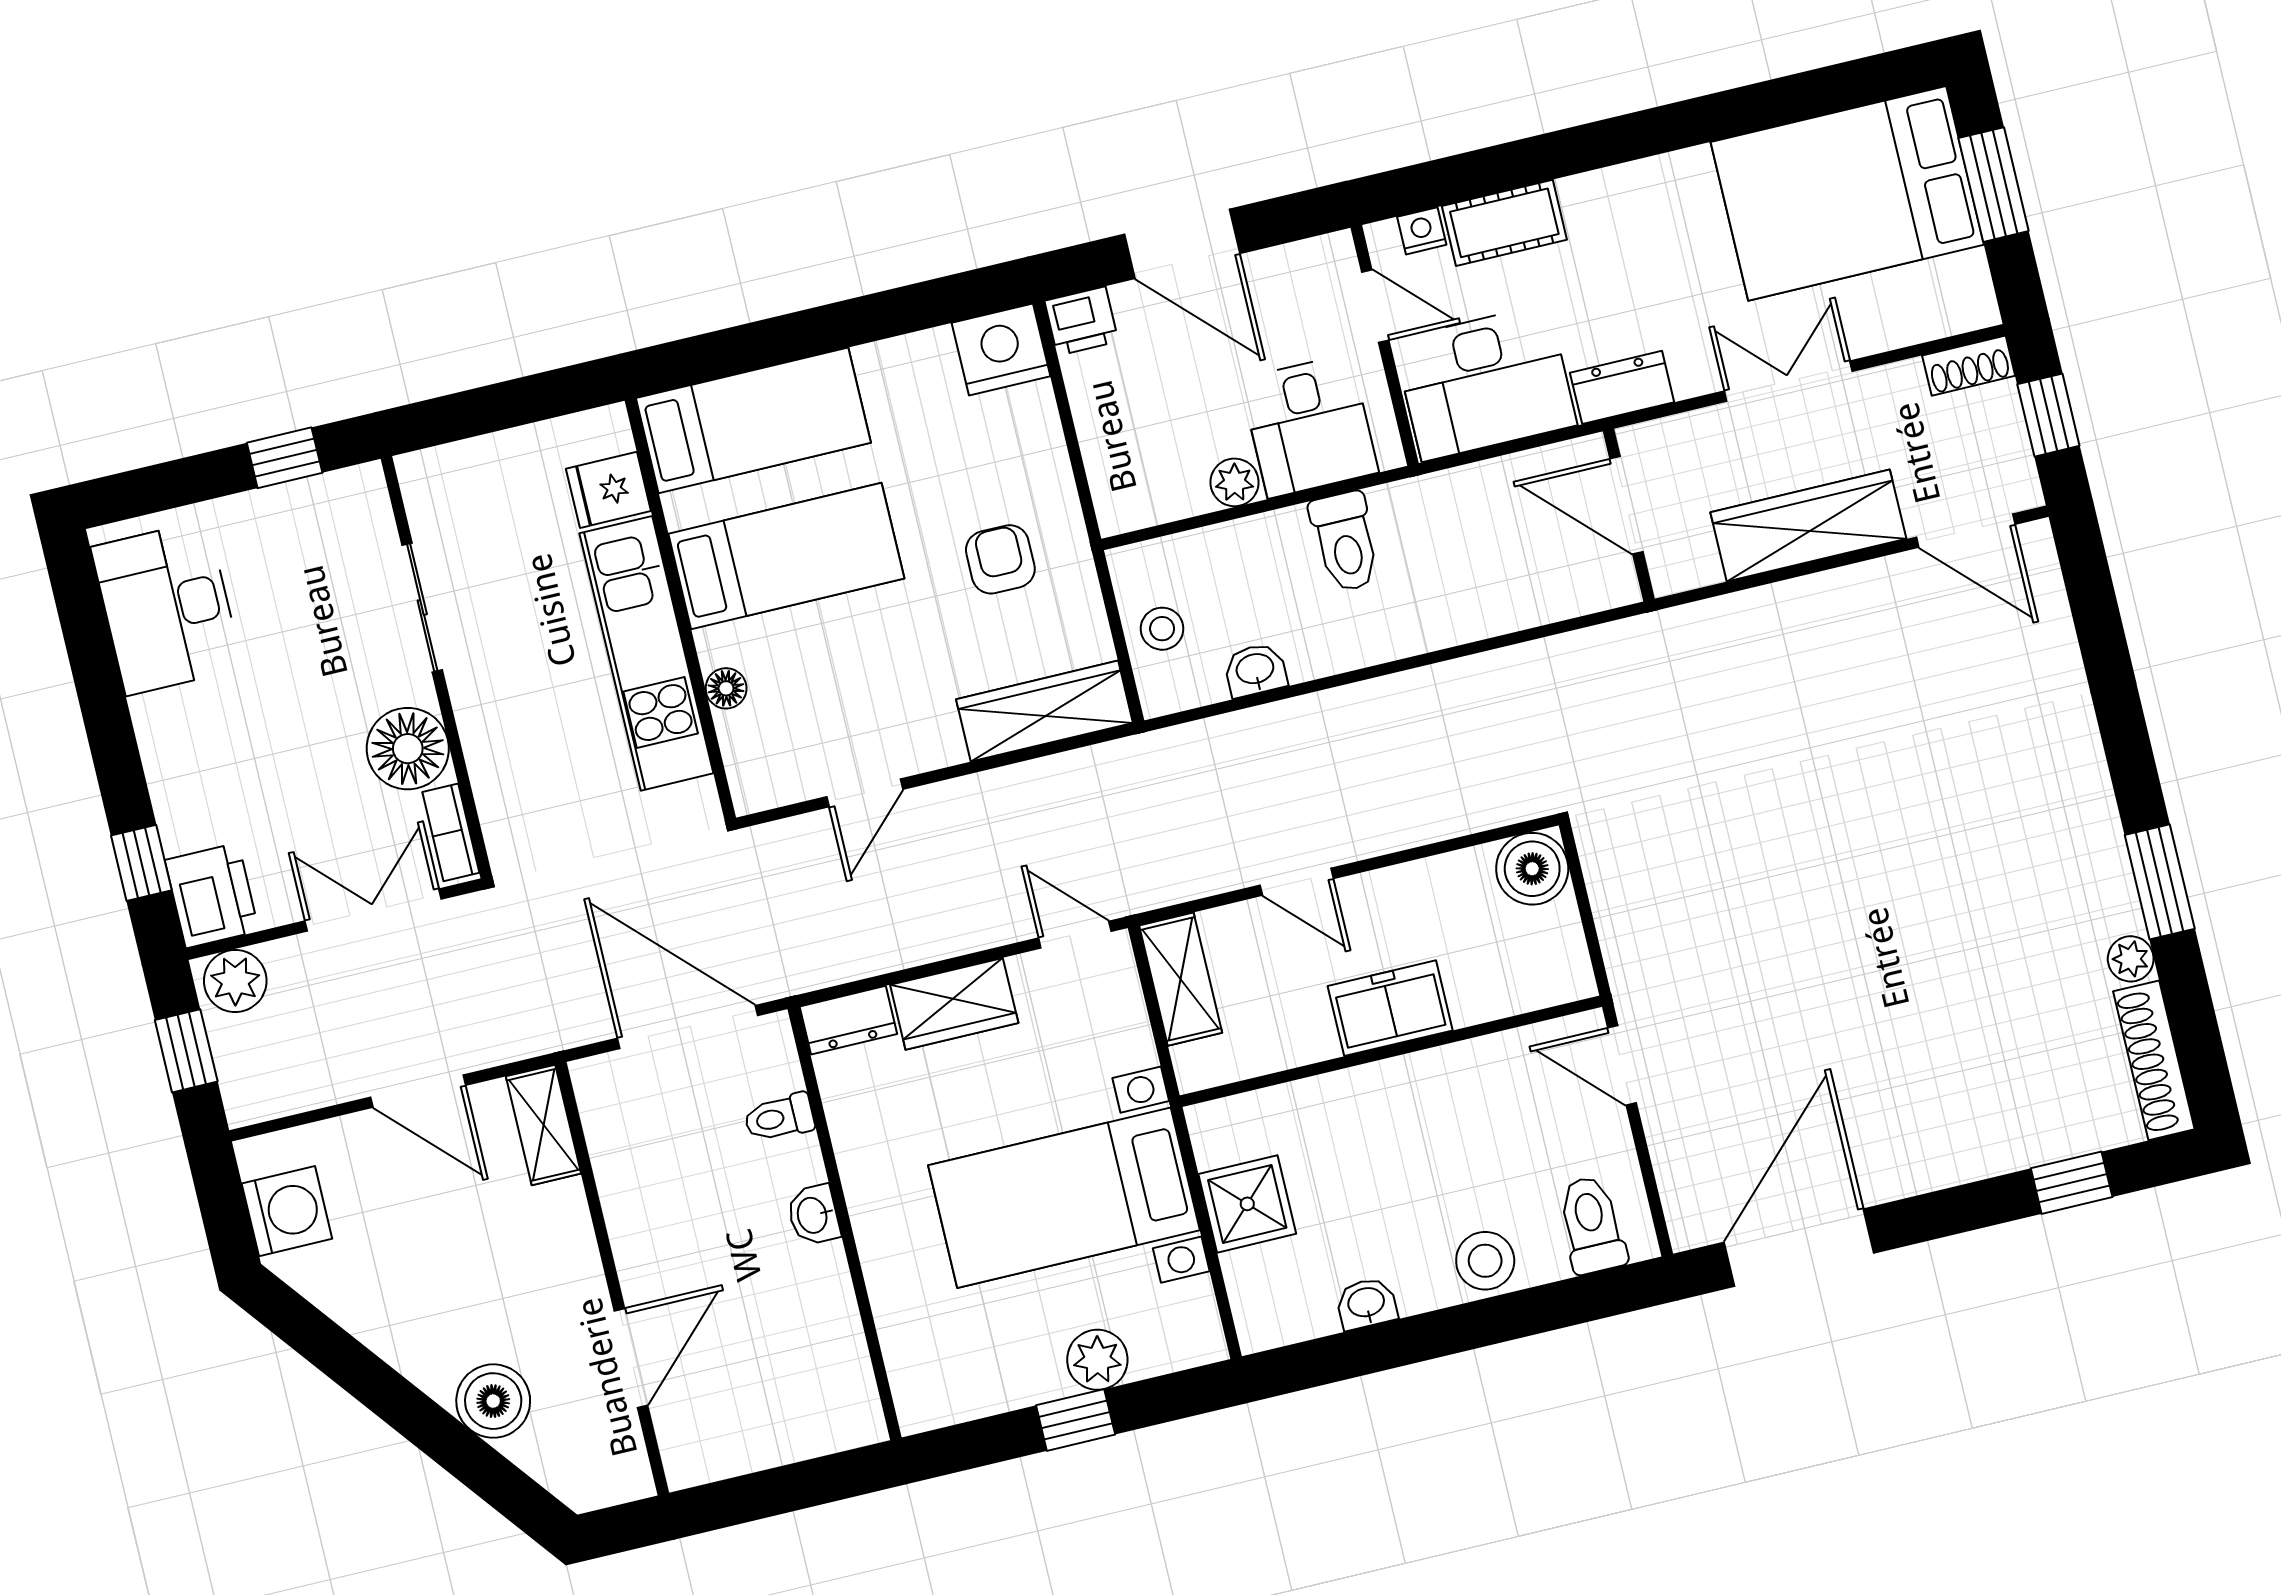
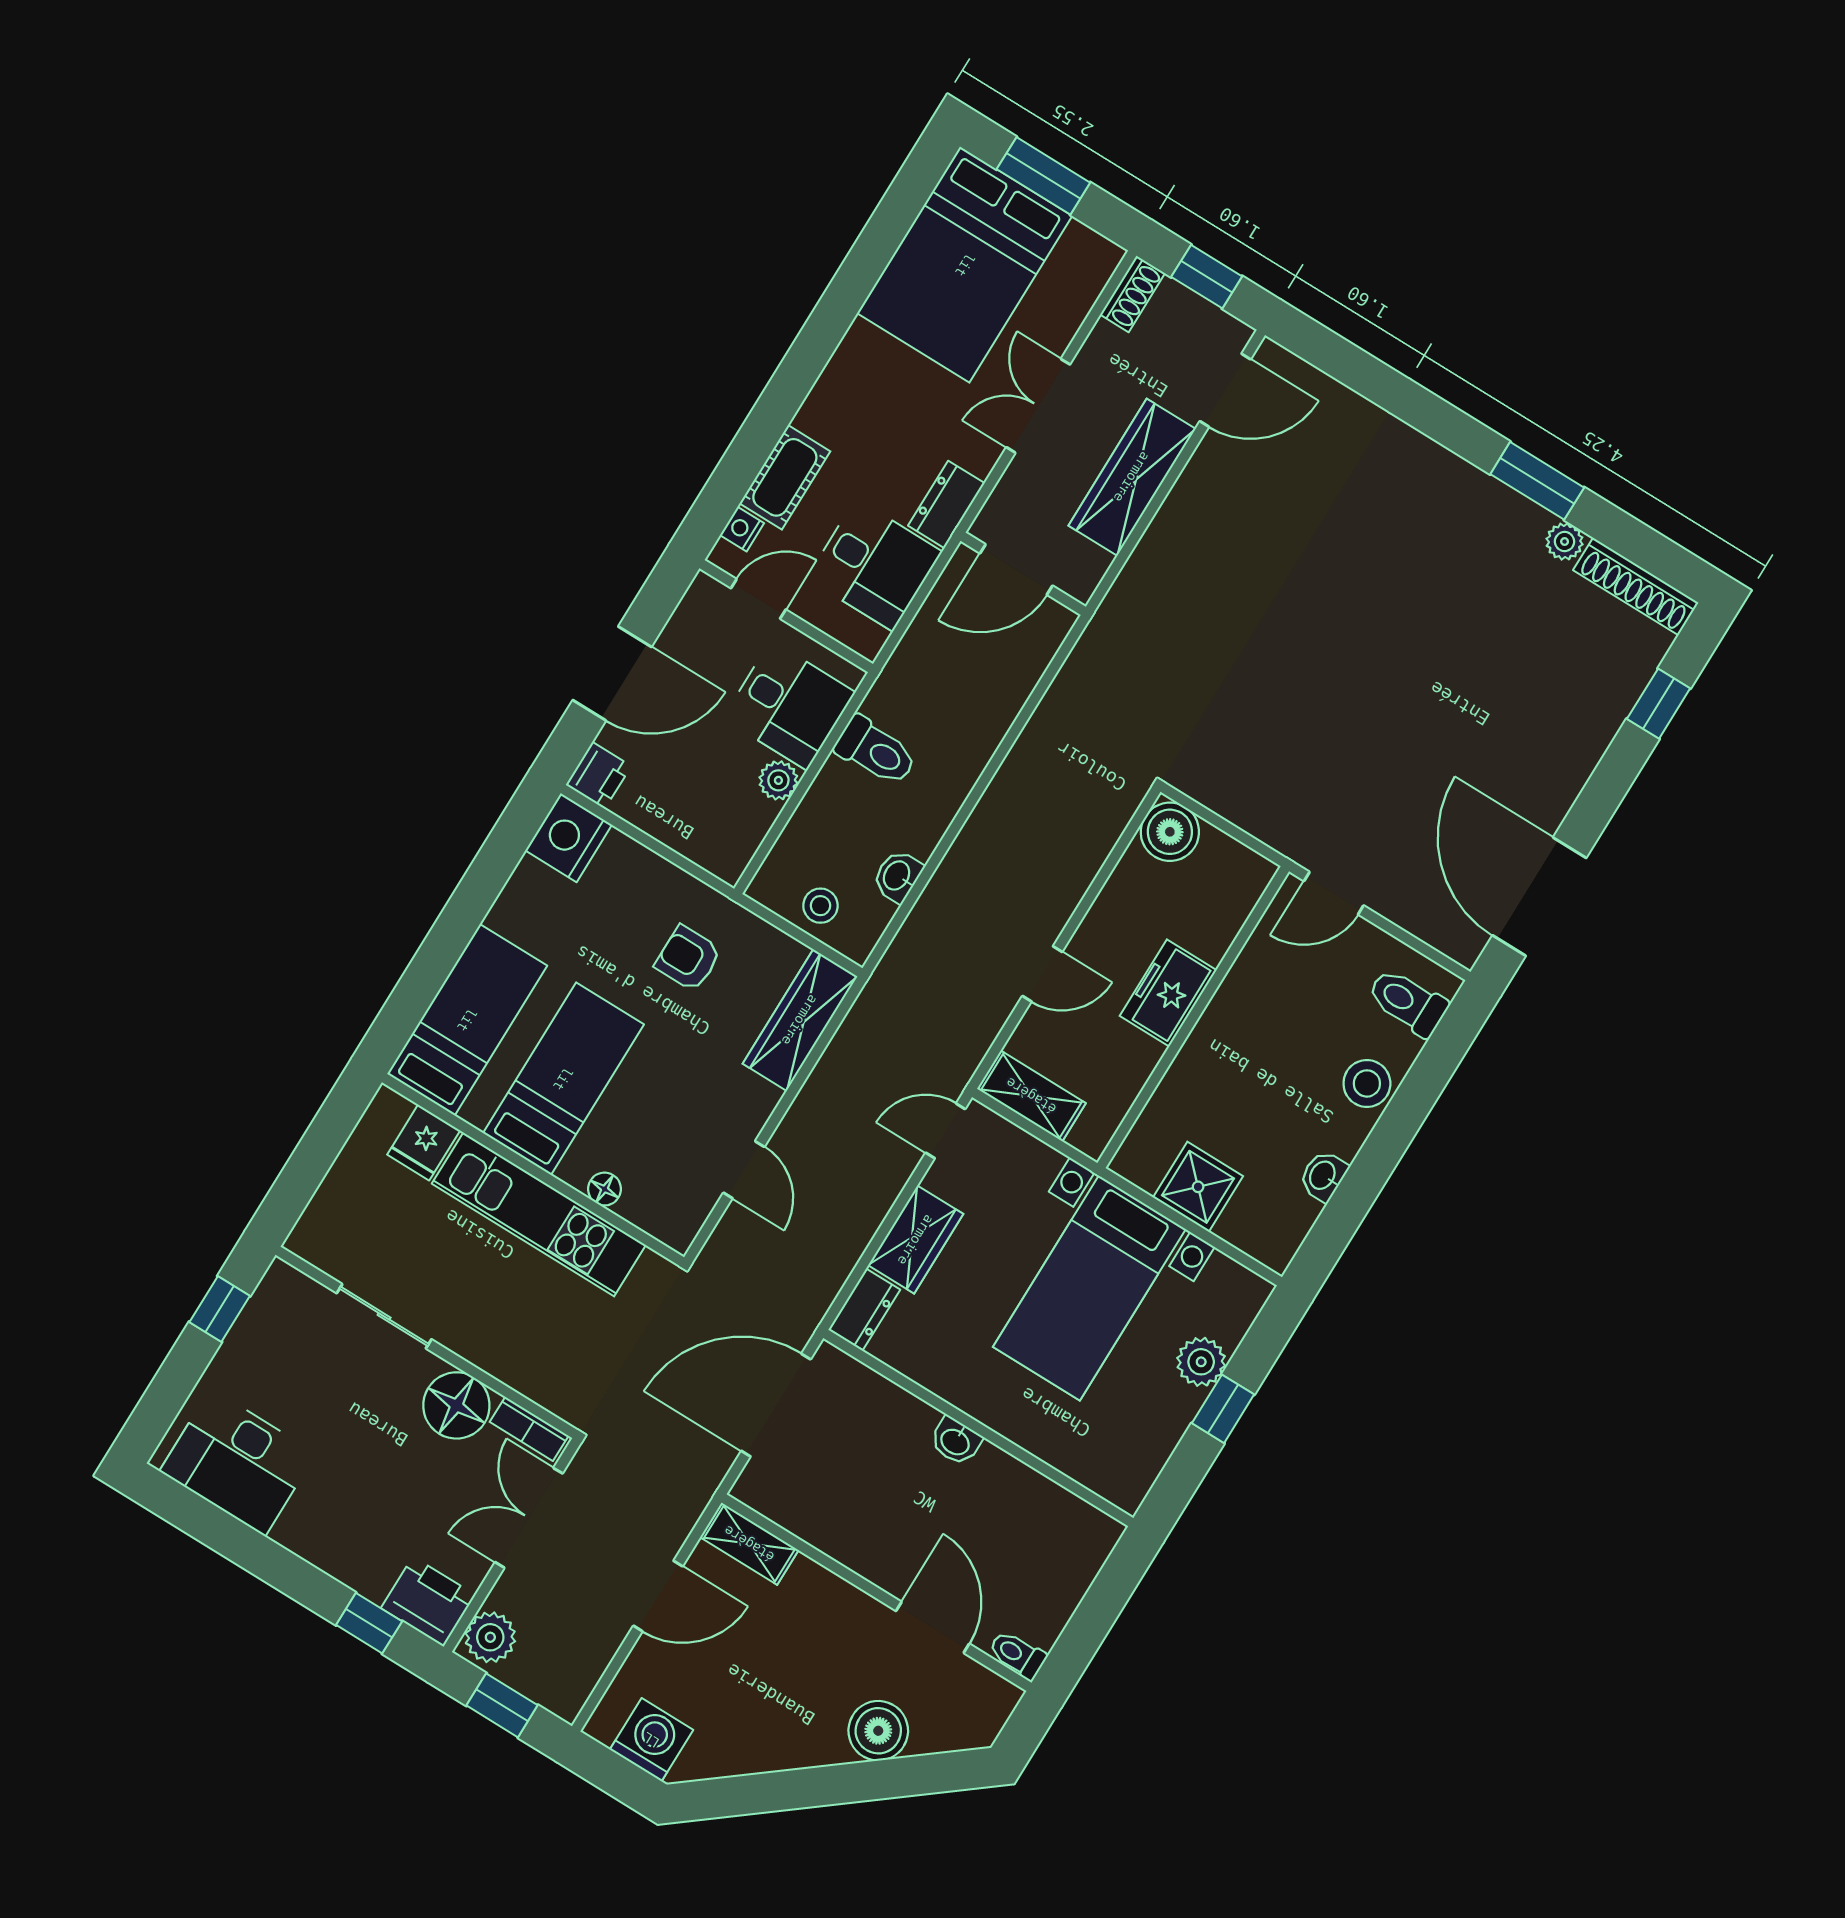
desk: (1485, 383) -> (874, 565), width x0.73
toilet: (779, 1118) -> (1017, 1655), moved, turned 90

